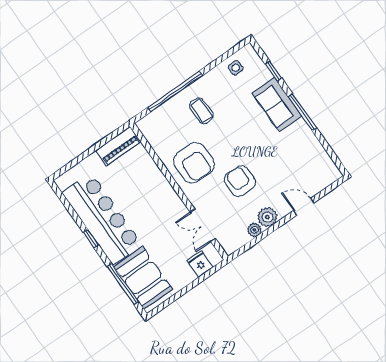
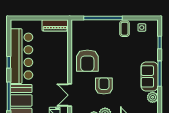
sofa: (277, 104) -> (150, 76), moved
coffee table: (201, 111) -> (125, 29), moved
plant: (315, 151) -> (153, 97), added

